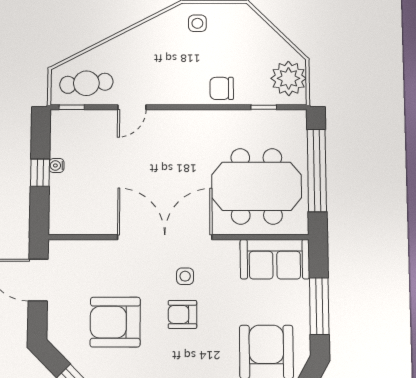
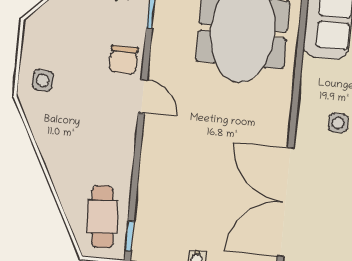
door: (132, 107) -> (143, 96), moved
double door: (165, 237) -> (286, 202), moved

